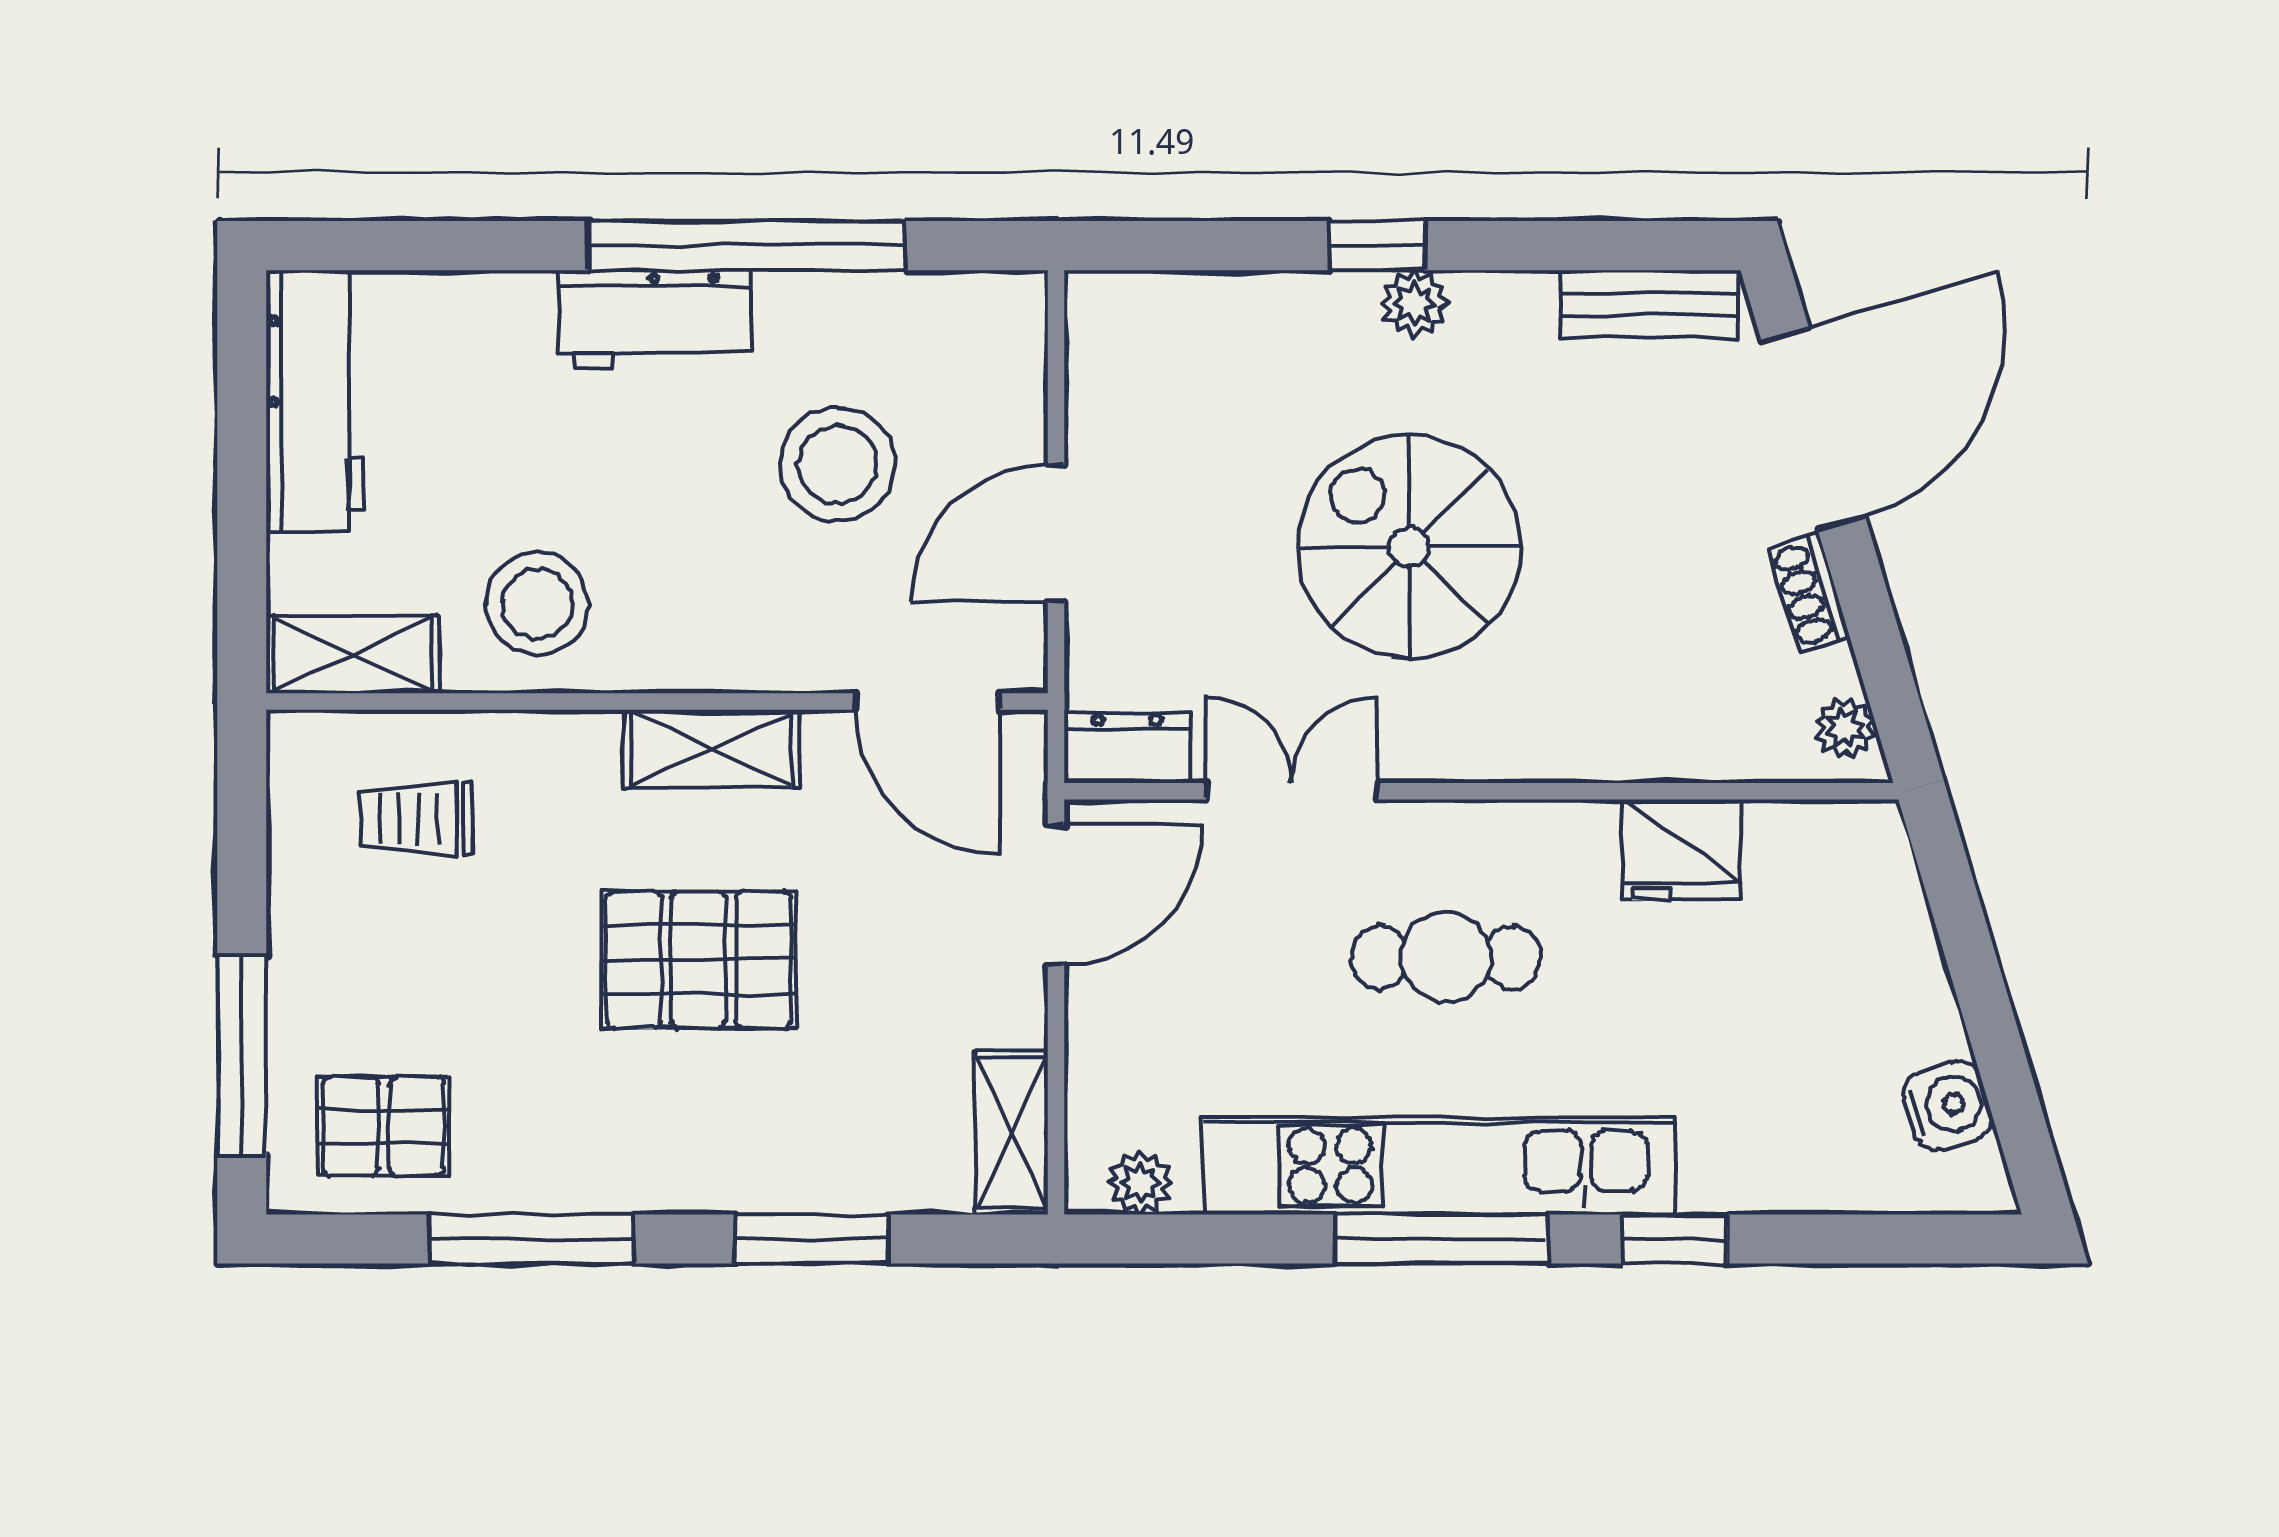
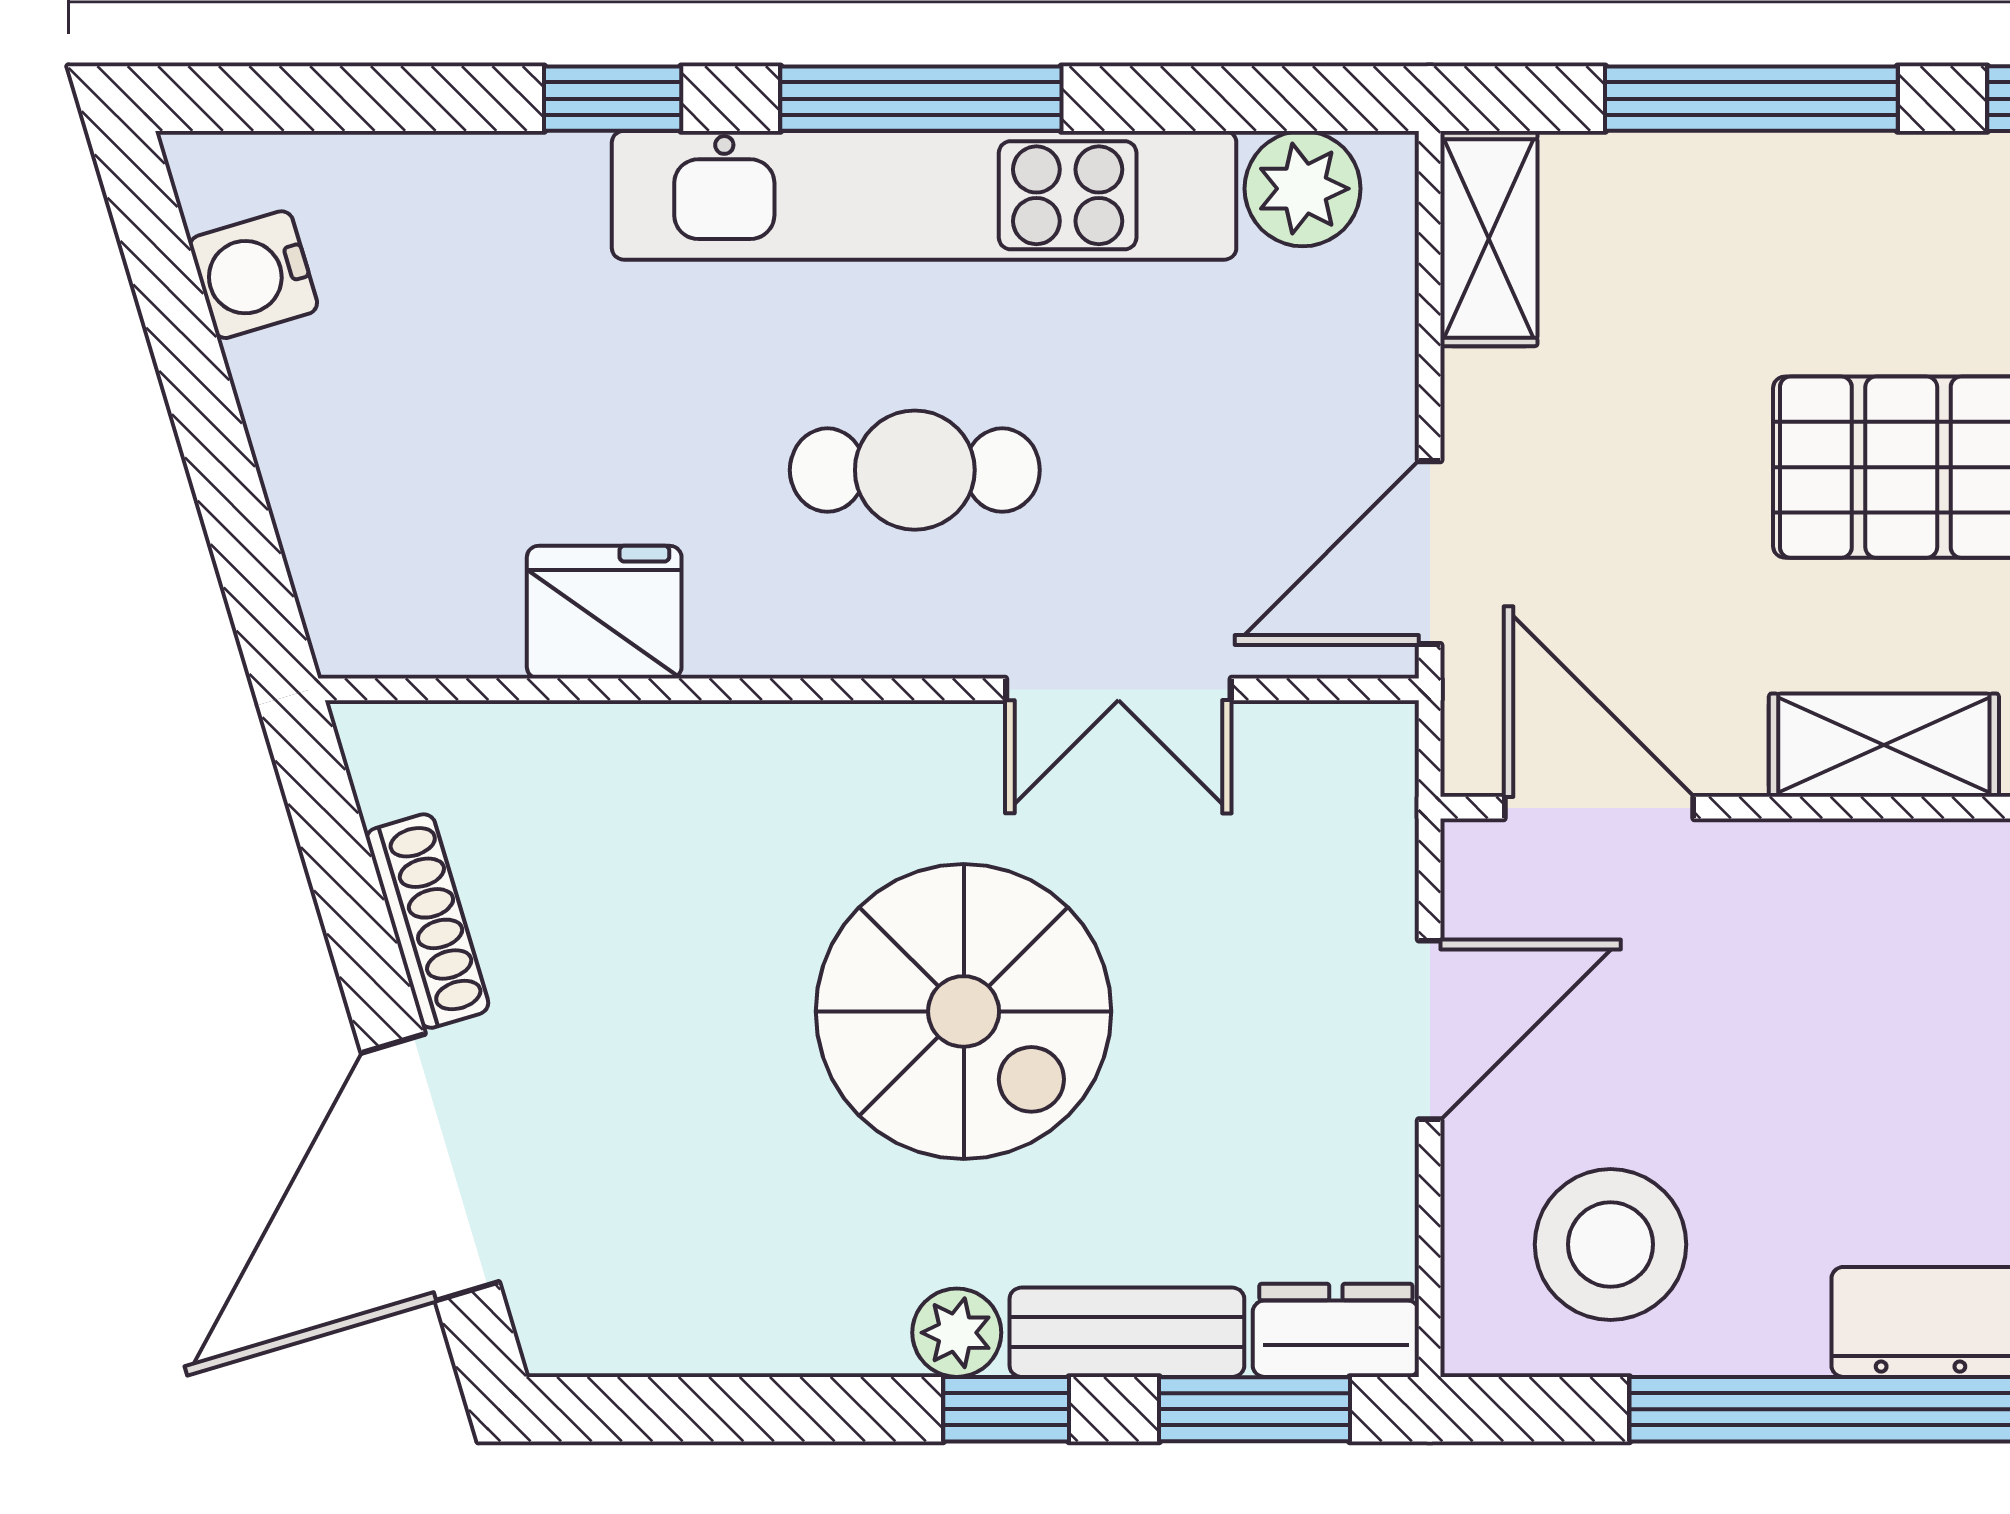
window: (1189, 246) -> (1254, 1409), added
bench: (1650, 304) -> (1127, 1332), moved
stool: (837, 465) -> (1611, 1244), moved
shoe rack: (1809, 593) -> (427, 921), width x1.43
plant: (1845, 728) -> (389, 773), removed
dresser: (1127, 748) -> (1336, 1330), moved, turned 180
plant: (1140, 1183) -> (1303, 189), width x1.38, depth x1.38
window: (812, 1239) -> (1751, 99), width x1.44

